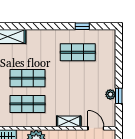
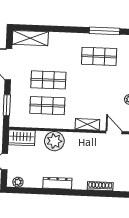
window: (82, 26) -> (104, 31), width x2.17

